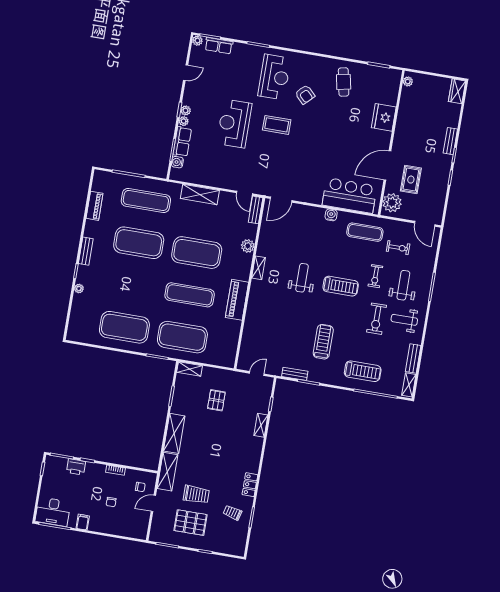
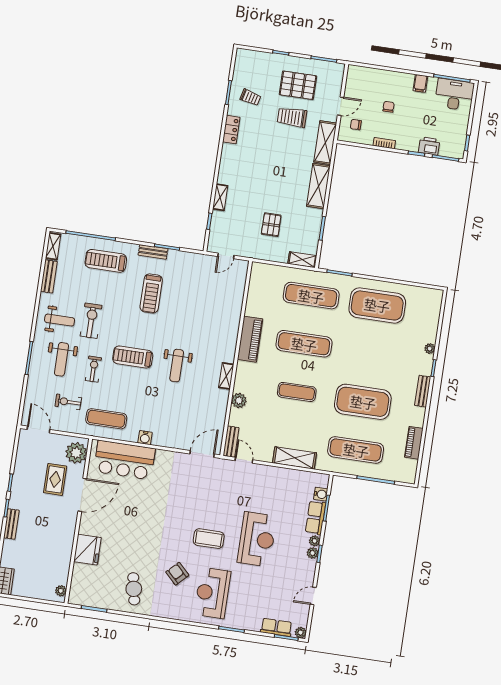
exercise mat: (197, 253) -> (297, 392), width x0.50, depth x0.69
exercise mat: (182, 337) -> (311, 296), width x0.68
bench: (295, 374) -> (153, 252), moved

